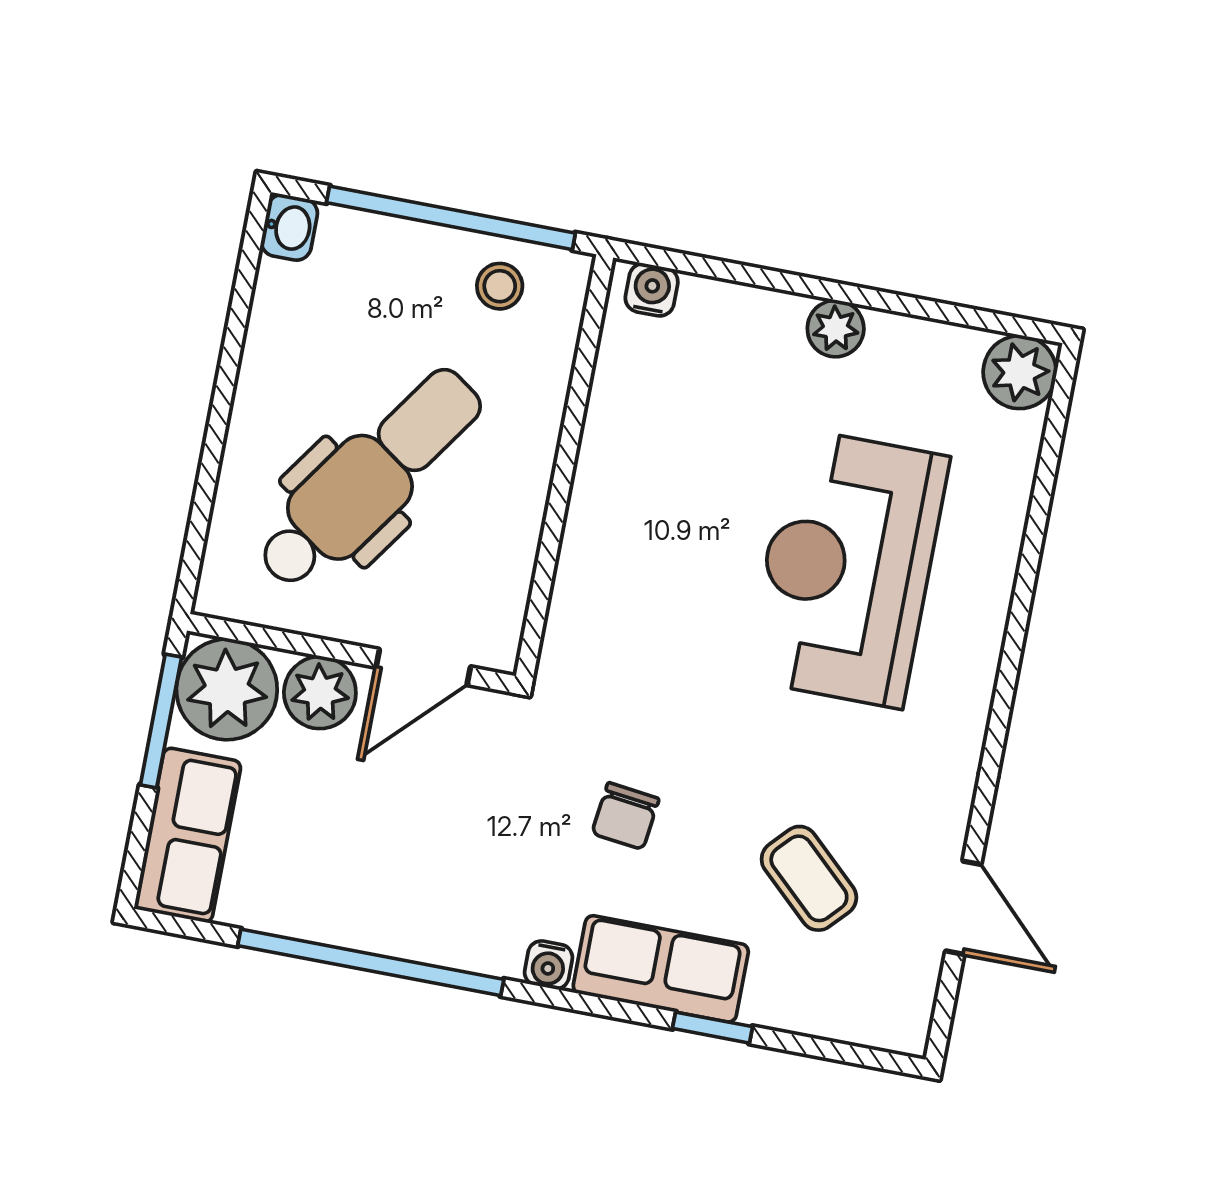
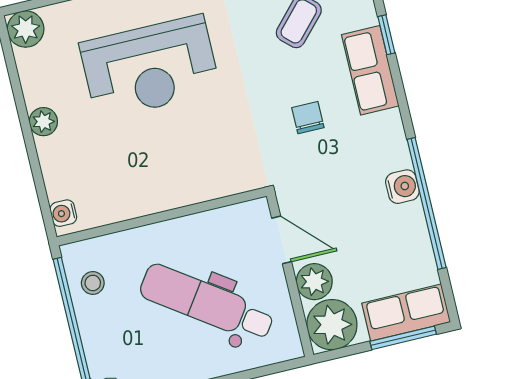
window: (161, 721) -> (403, 338), moved
chair: (625, 816) -> (308, 118), turned -97
water cooler: (549, 965) -> (402, 187), moved, width x1.38, depth x1.38

